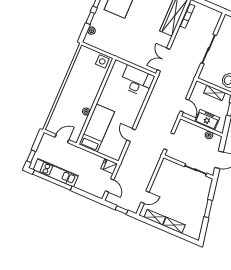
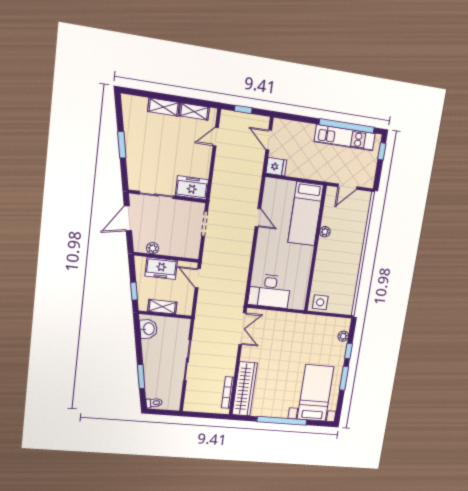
freezer: (171, 168) -> (192, 188), added

